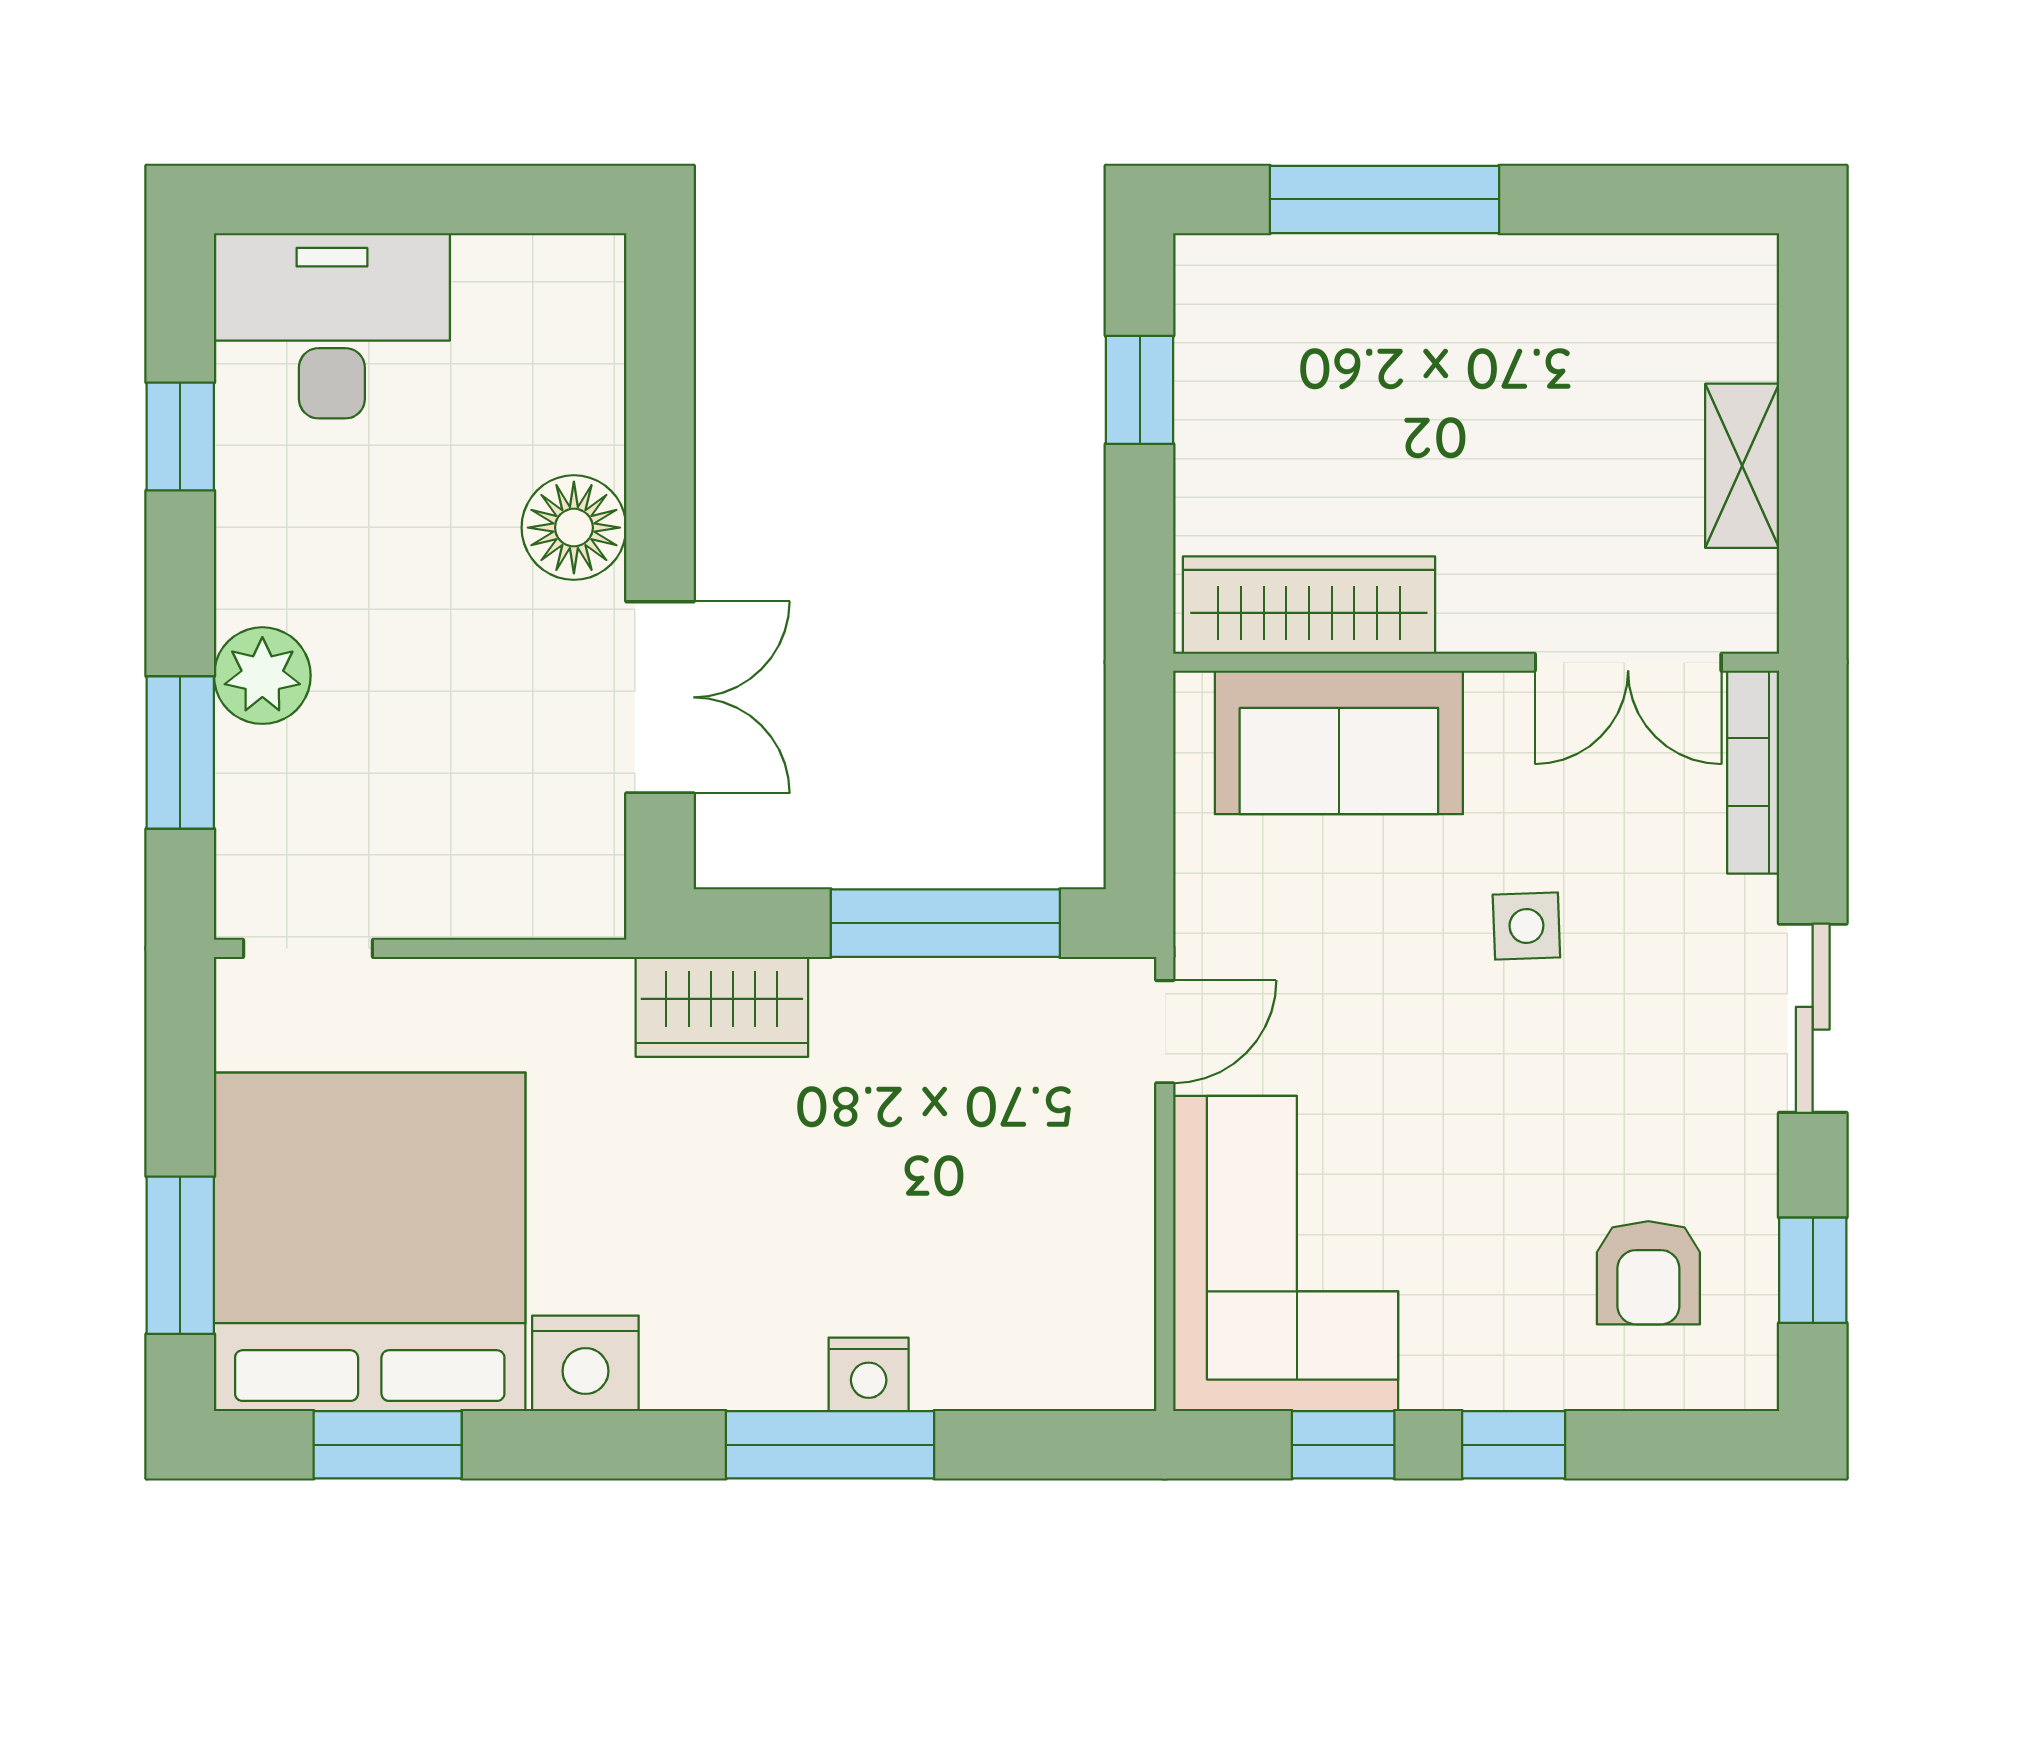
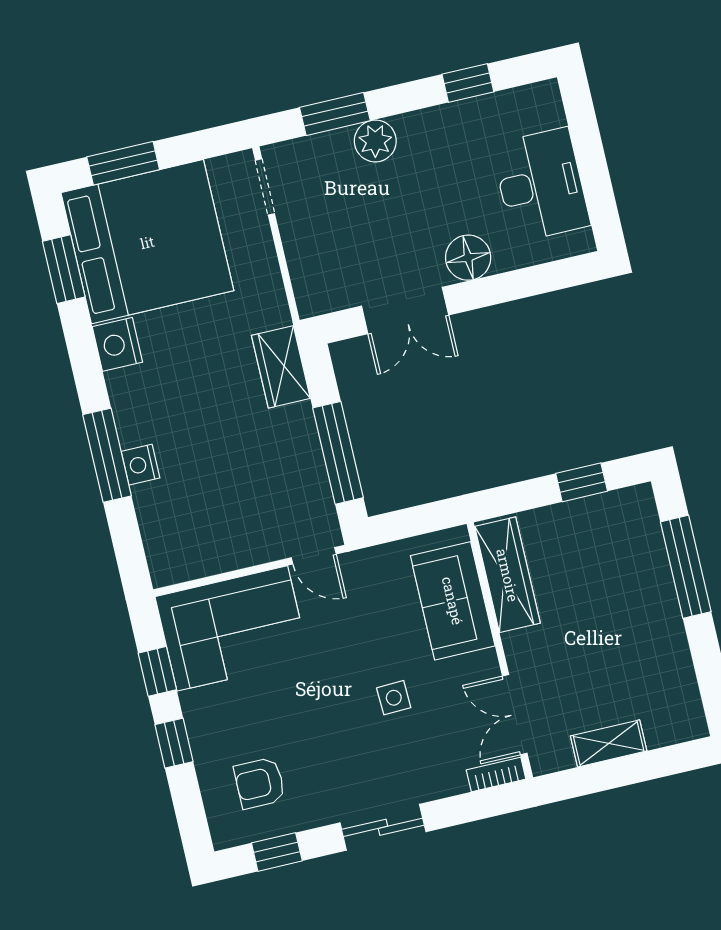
desk: (332, 326) -> (541, 185), moved
bookcase: (1753, 772) -> (496, 774), width x0.64

